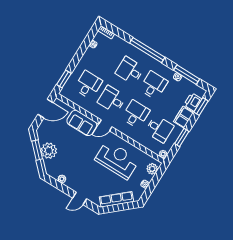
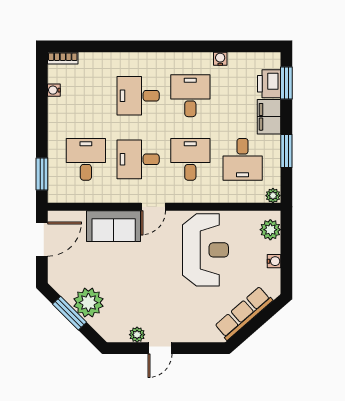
window: (147, 50) -> (146, 46), removed
window: (187, 75) -> (232, 46), removed
desk: (159, 129) -> (243, 159), turned 90
reception desk: (117, 160) -> (205, 250), turned 90
door: (80, 198) -> (160, 348), moved

